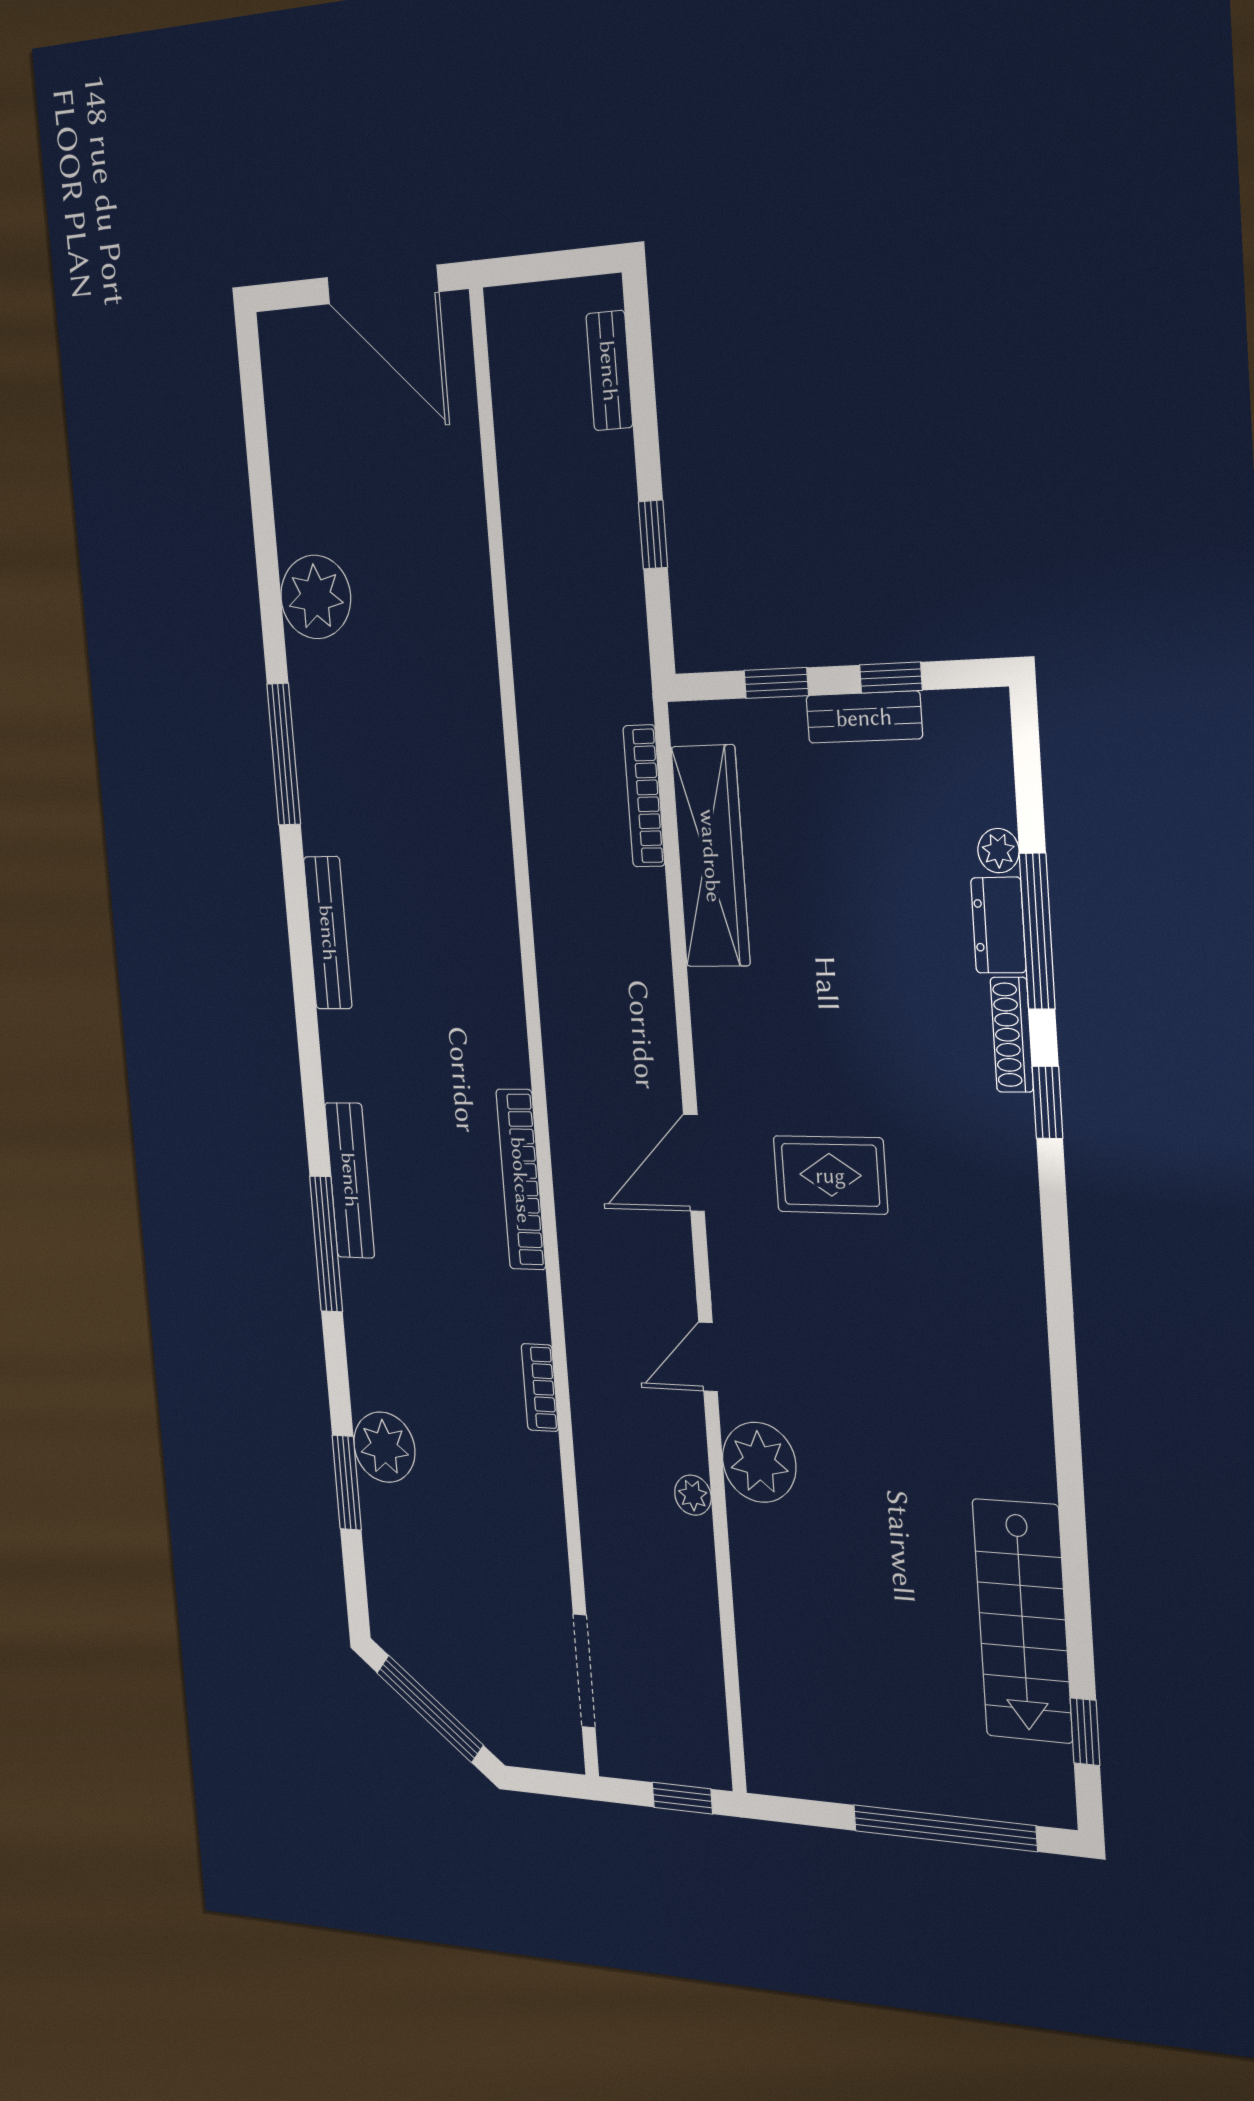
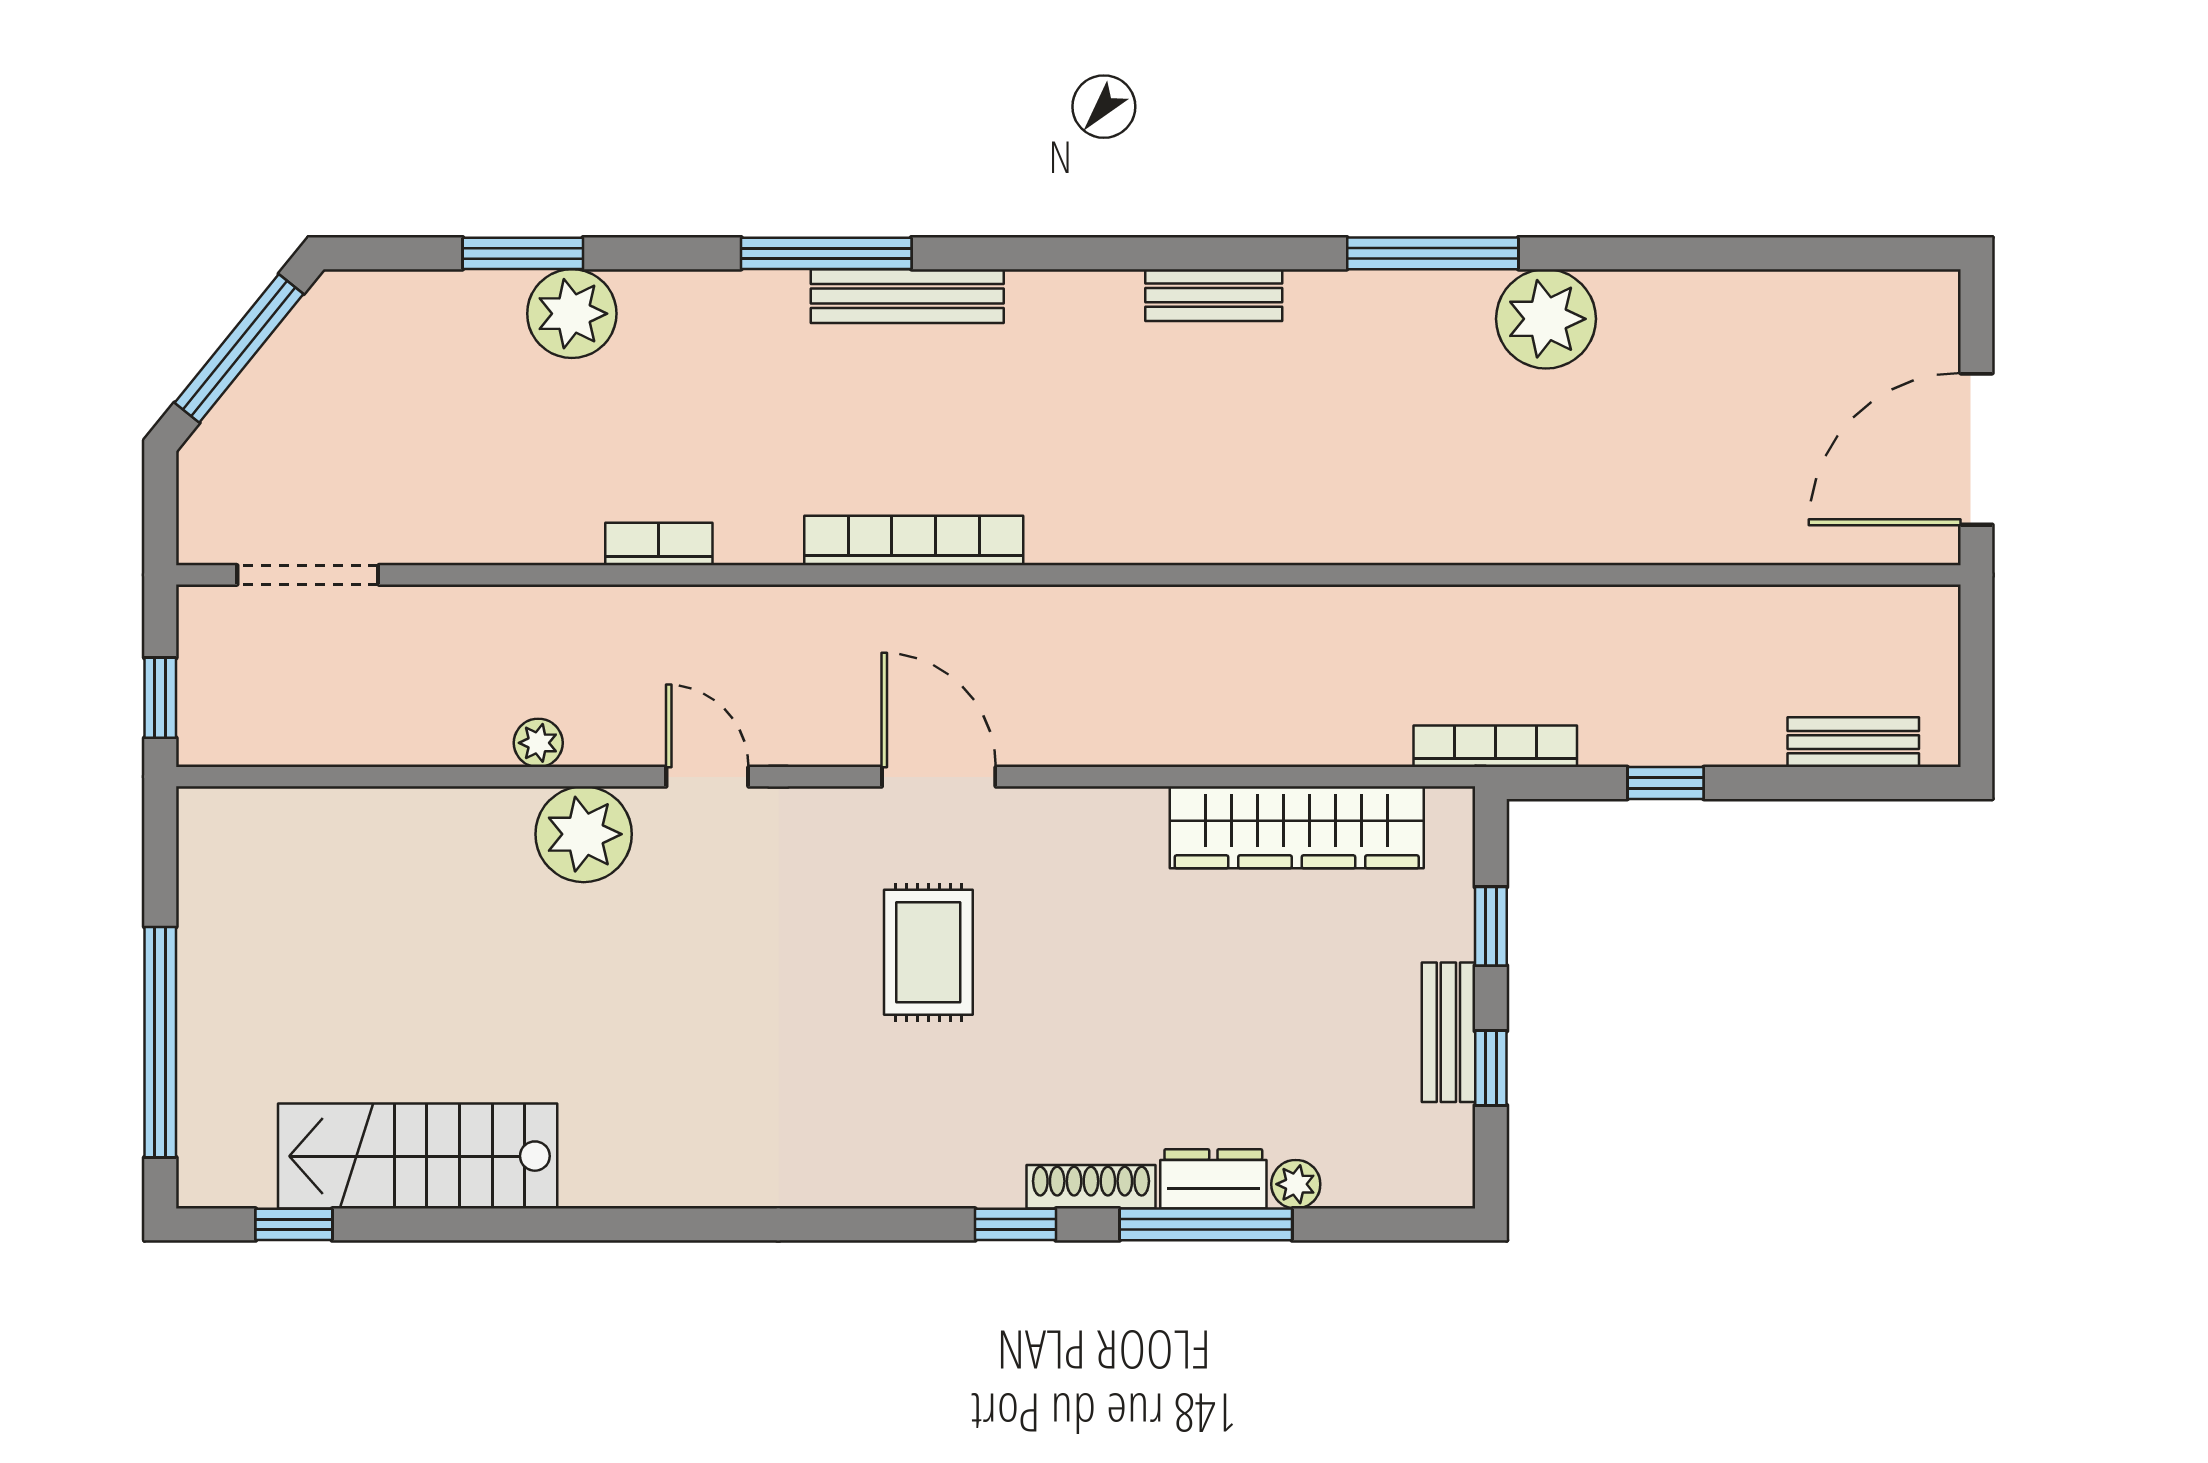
plant: (316, 597) -> (1546, 319), moved
bookcase: (644, 796) -> (1495, 746), moved
bench: (328, 933) -> (1214, 295), width x0.73

